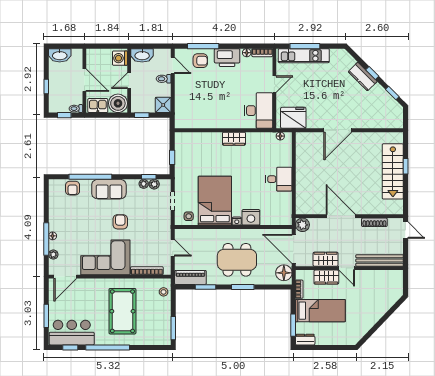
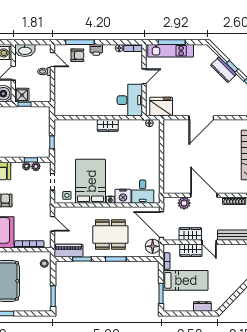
printer: (227, 58) -> (96, 50), width x0.53, depth x0.68
shower: (163, 105) -> (22, 95), moved
desk: (279, 179) -> (143, 192), moved, turned 90
plant: (302, 225) -> (184, 203), moved
dresser: (305, 340) -> (202, 306), moved

